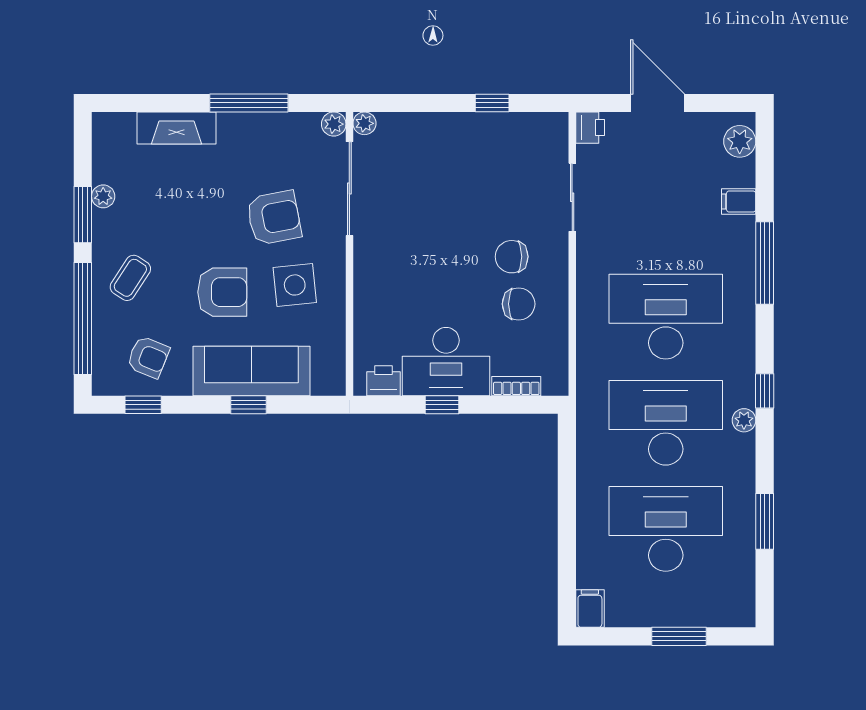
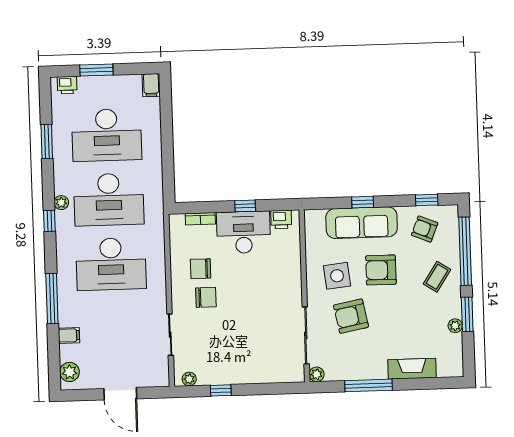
plant: (364, 123) -> (189, 379), moved
printer: (590, 128) -> (67, 85), moved, turned -90

